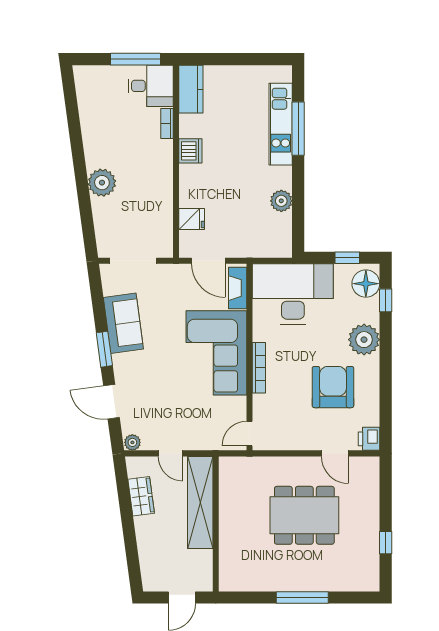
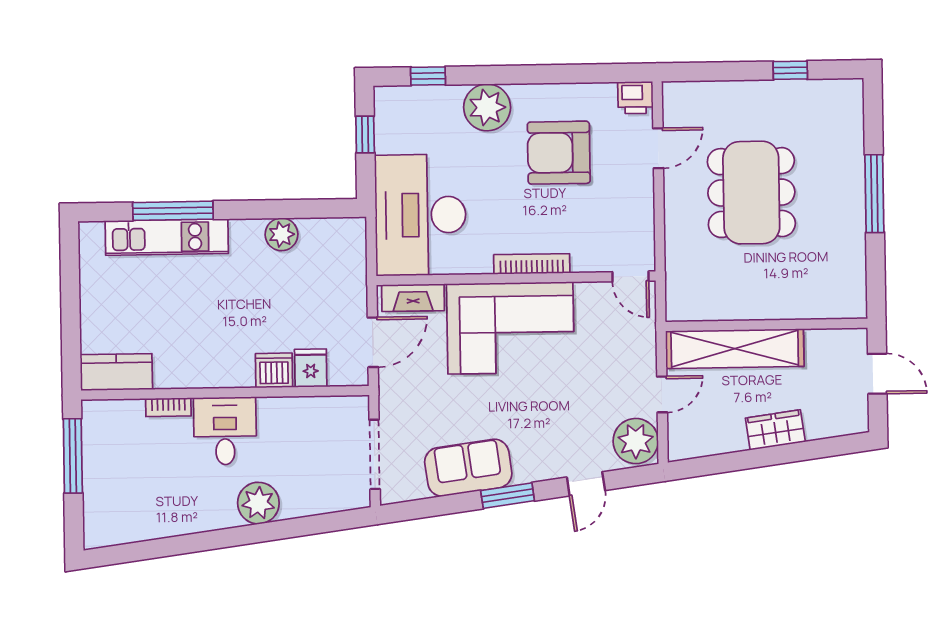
desk: (151, 86) -> (225, 431), moved
dishwasher: (190, 151) -> (274, 370), moved
floor lamp: (366, 284) -> (403, 106), removed
door: (111, 402) -> (586, 484), width x0.73
plant: (132, 442) -> (636, 441), width x1.88, depth x1.88
wardrobe: (141, 496) -> (775, 430), moved

